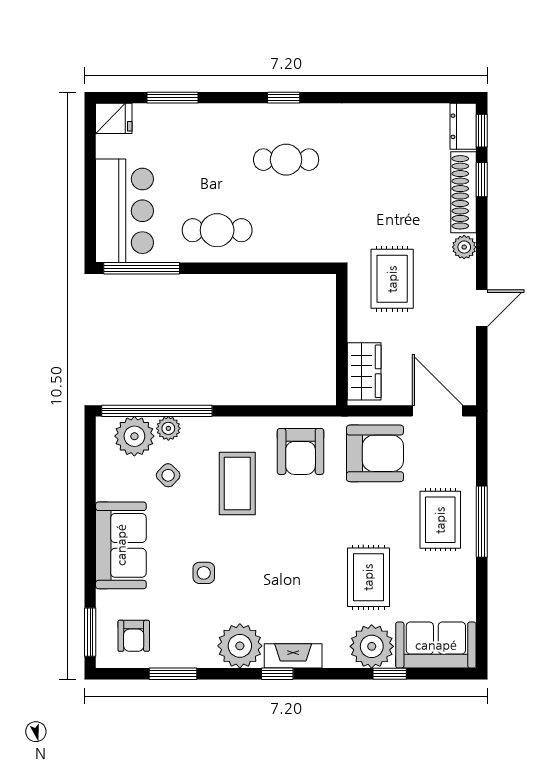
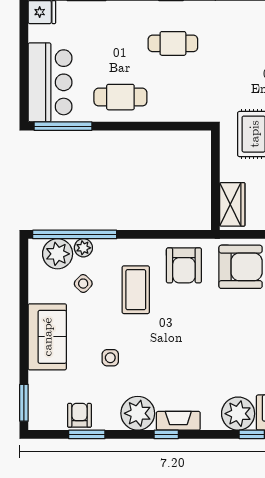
rug: (368, 577) -> (236, 361), removed
armchair: (134, 636) -> (79, 415), moved, turned 180

